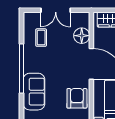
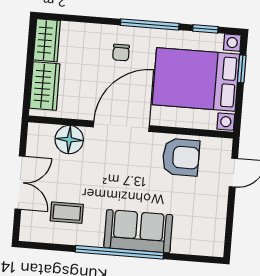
sofa: (34, 92) -> (138, 231), moved
armchair: (77, 98) -> (181, 157), turned 180

